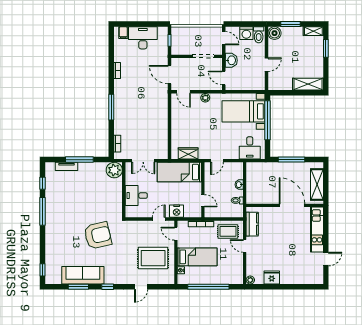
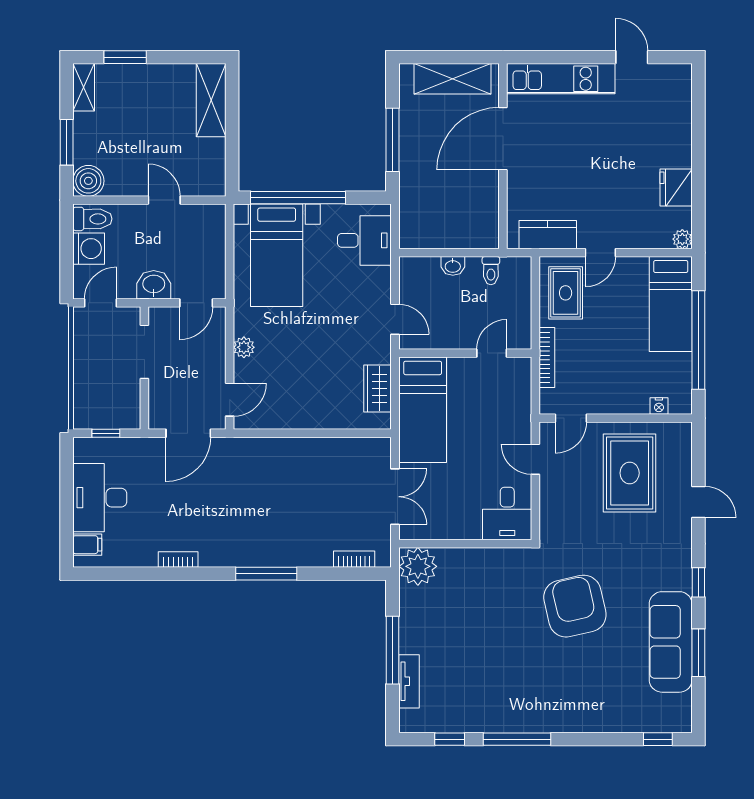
desk: (136, 196) -> (507, 513), moved
nightstand: (177, 211) -> (517, 416), removed
bed: (197, 257) -> (671, 304), moved, turned 180

